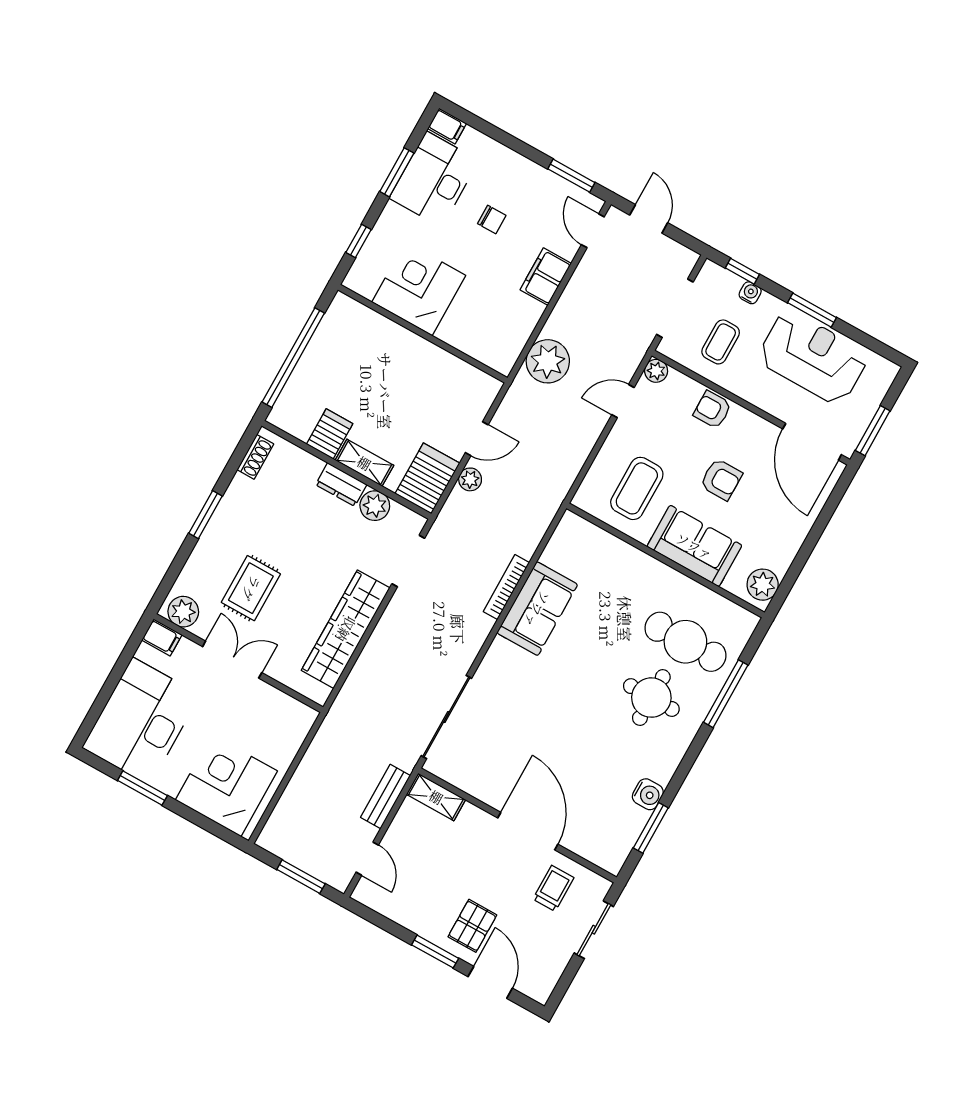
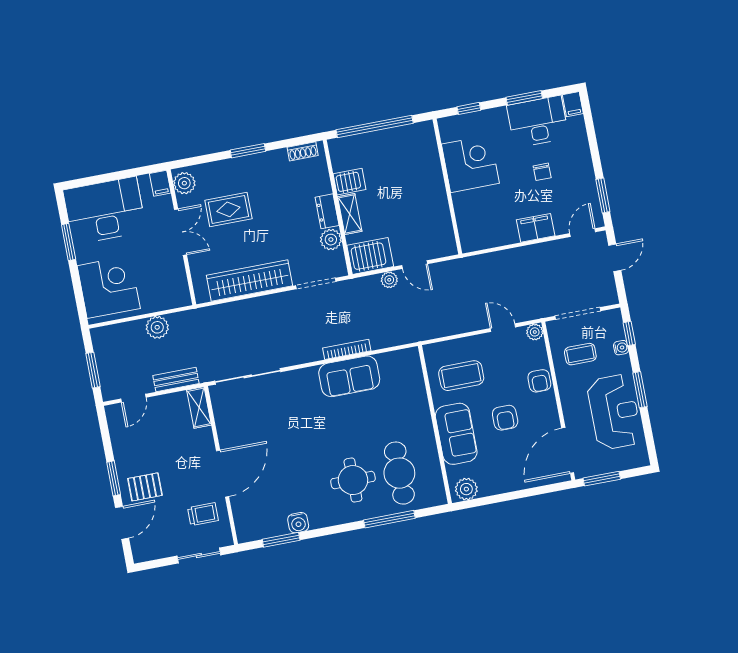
plant: (548, 361) -> (157, 327), moved, width x0.73, depth x0.73
armchair: (712, 410) -> (539, 381), turned 180

